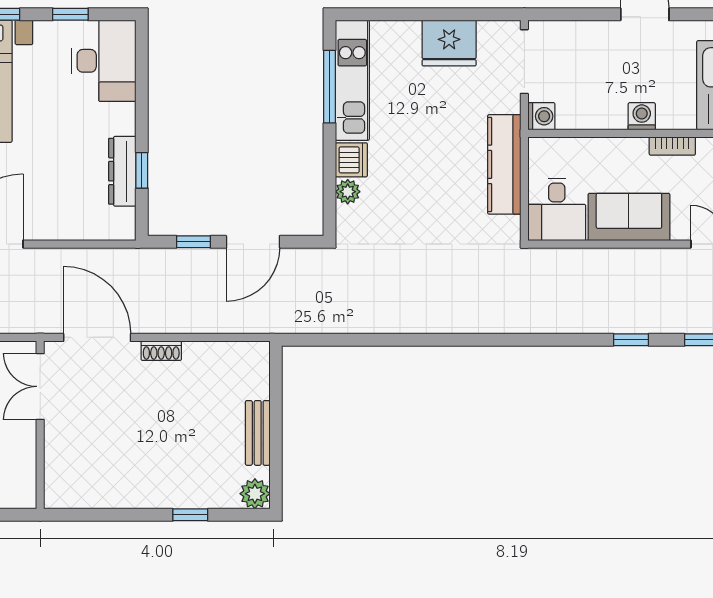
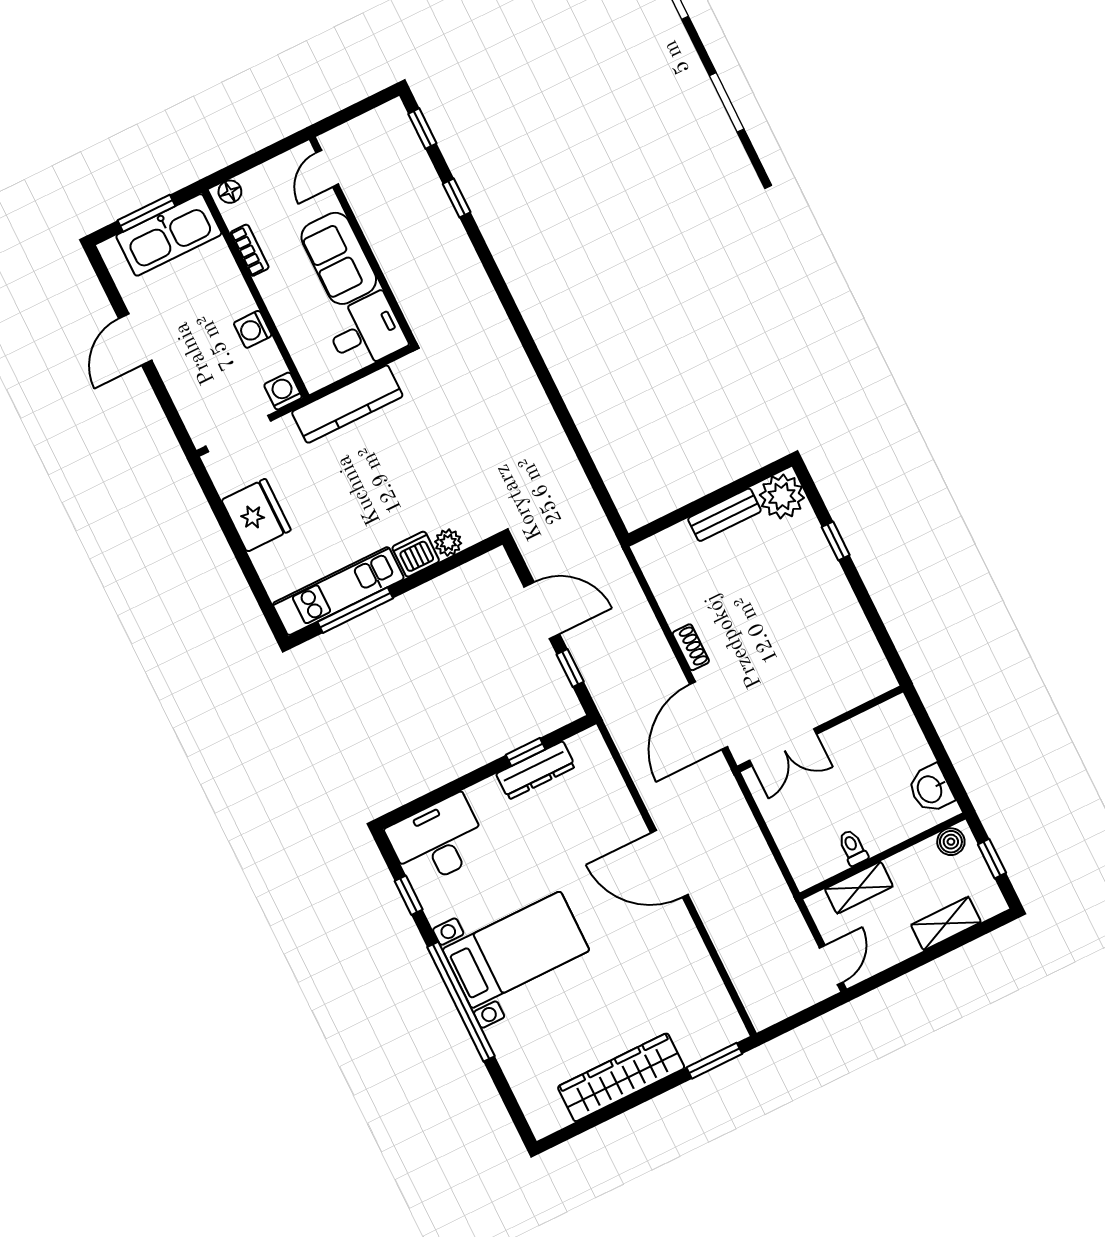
washing machine: (642, 116) -> (253, 329), moved
plant: (255, 494) -> (782, 496), width x1.36, depth x1.36

